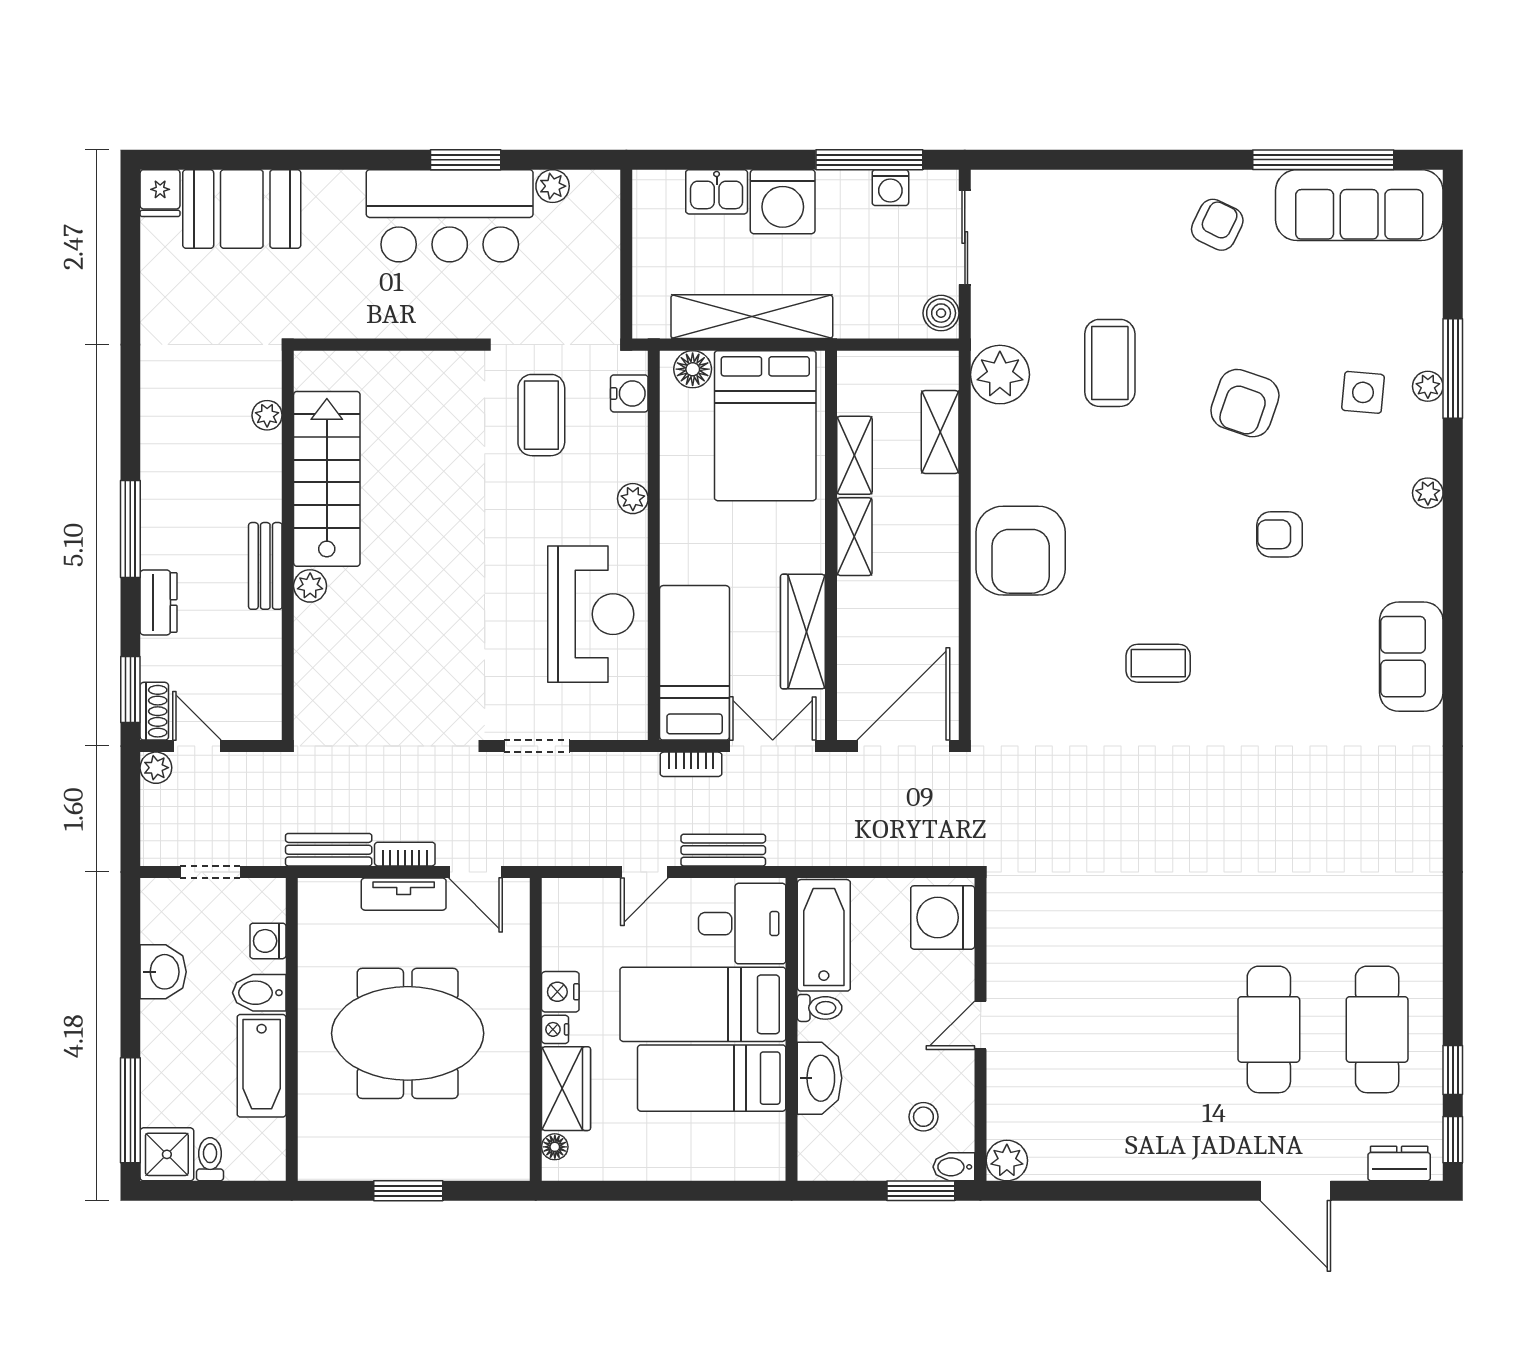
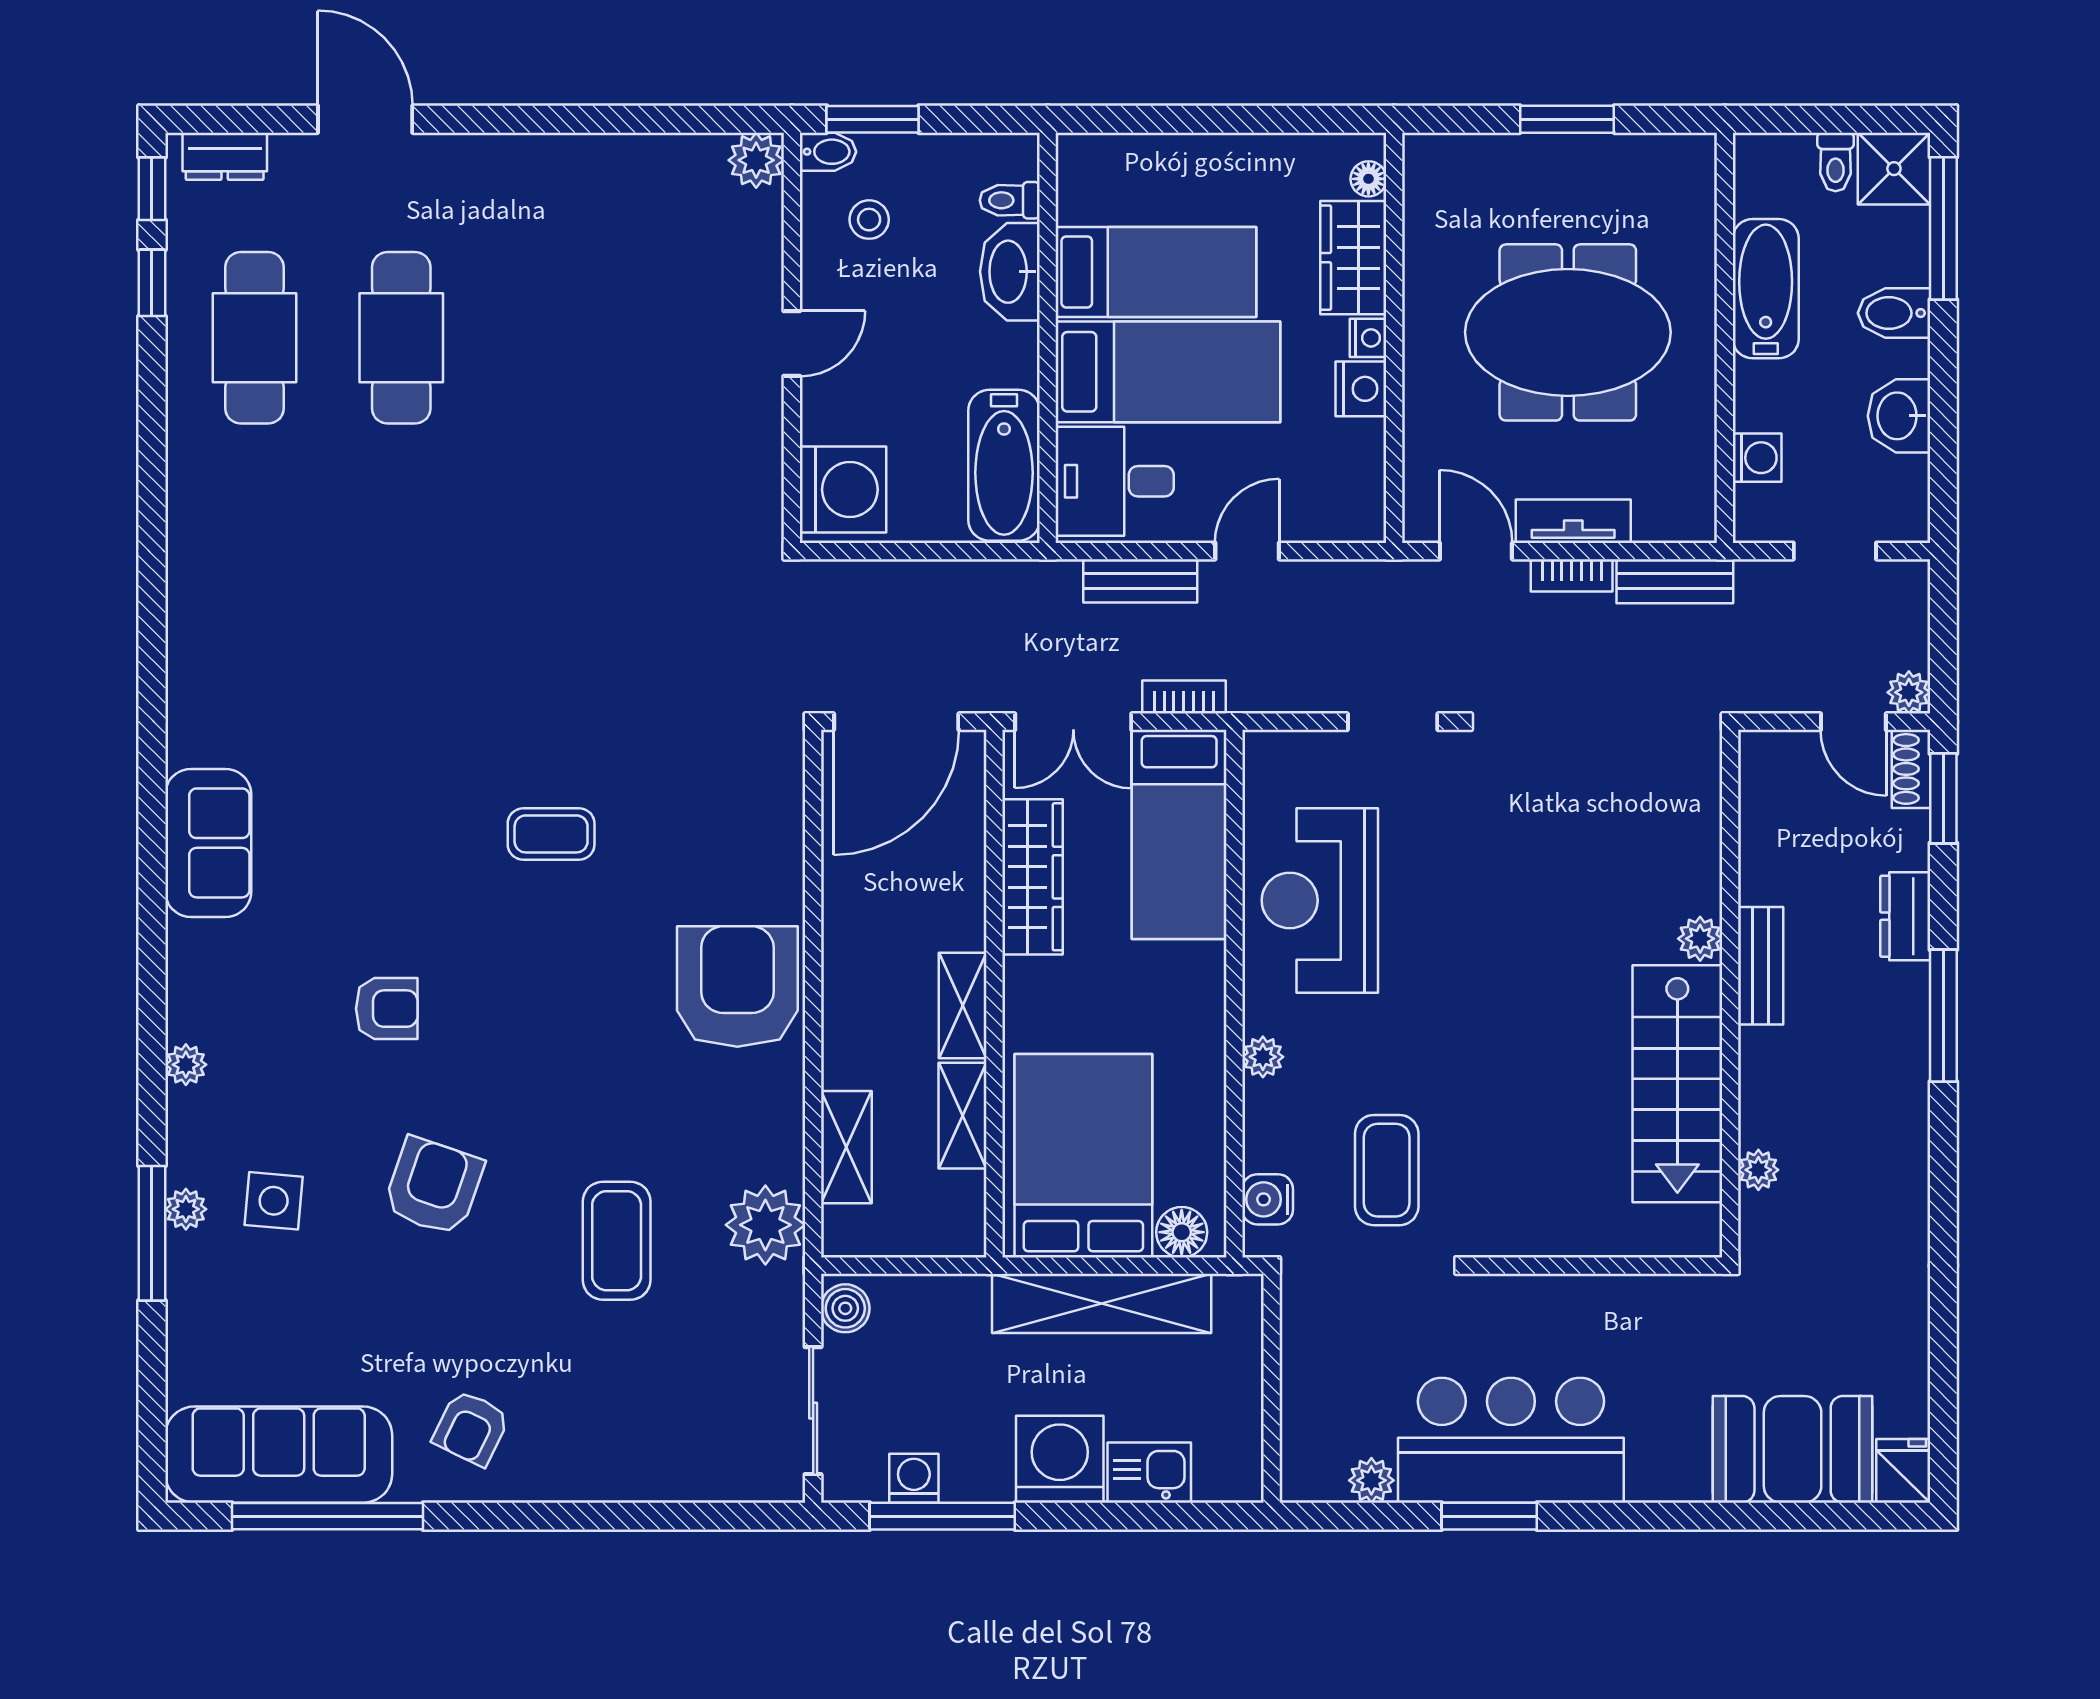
bidet: (259, 993) -> (1894, 313), moved, turned 180
toilet: (820, 1008) -> (1010, 200), moved

